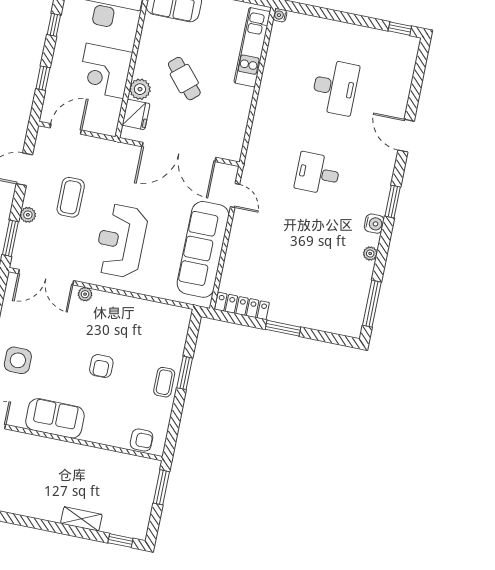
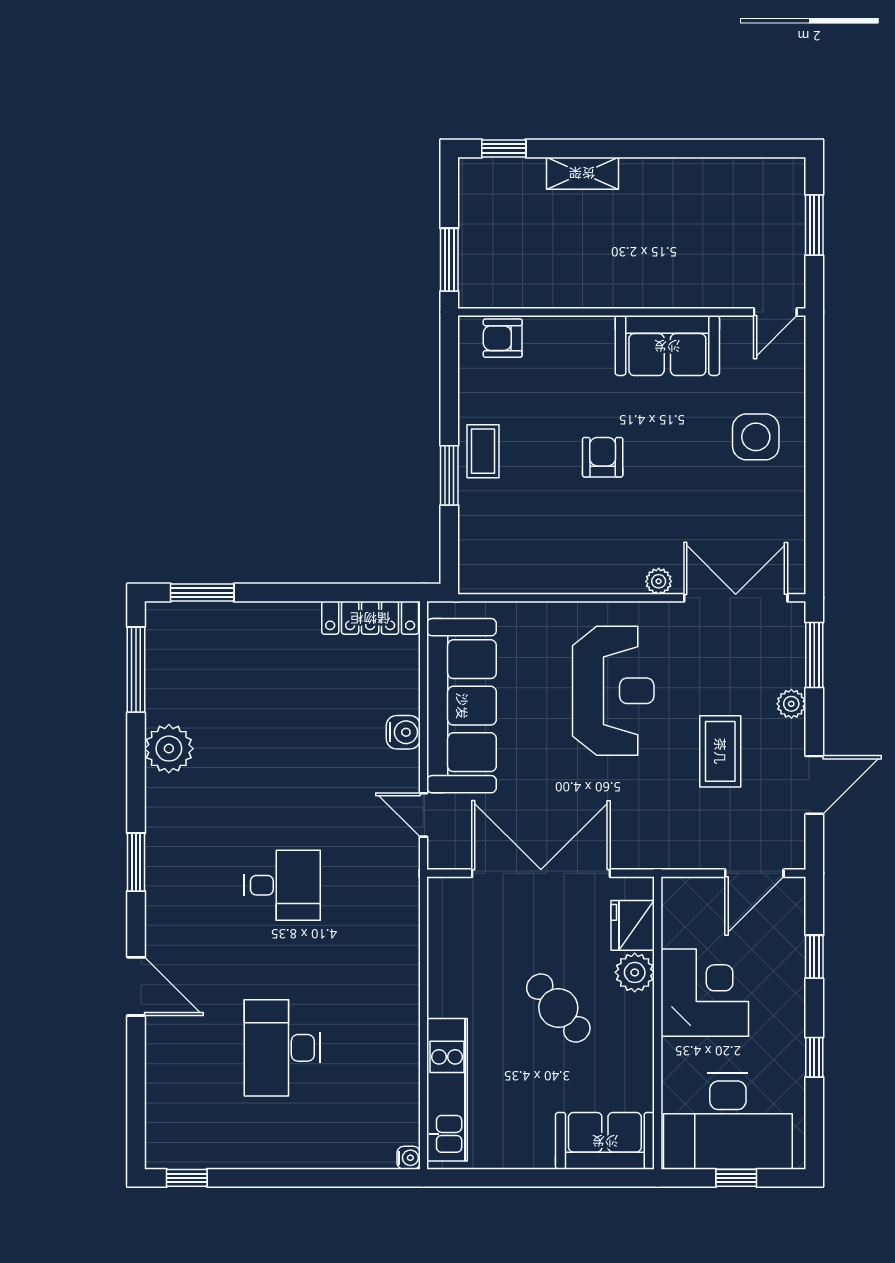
water cooler: (374, 224) -> (403, 732), moved, turned 180
plant: (370, 253) -> (169, 749), width x1.87, depth x1.87
window: (283, 328) -> (202, 593), moved

